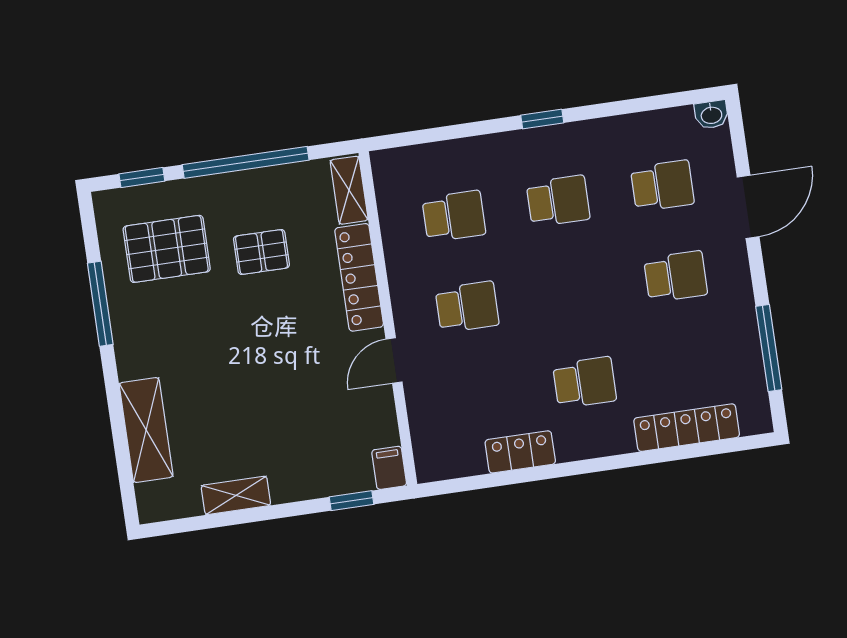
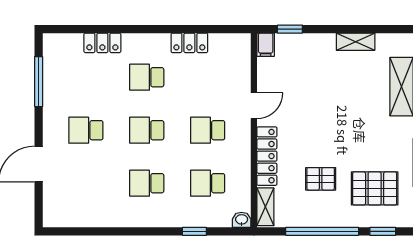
washbasin: (711, 115) -> (242, 220), moved
window: (542, 119) -> (194, 231), moved
school desk: (662, 186) -> (147, 130), moved
locker: (687, 428) -> (102, 43), width x0.66

